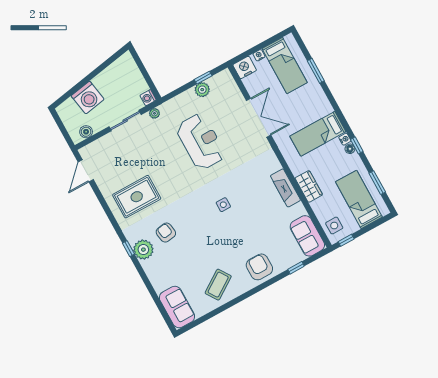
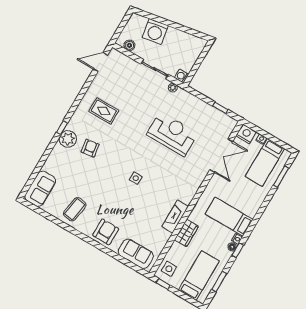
window: (316, 71) -> (281, 177), moved
plant: (202, 90) -> (211, 112), removed
double door: (259, 118) -> (221, 156), moved
reception desk: (201, 142) -> (172, 134), turned -90
rug: (137, 197) -> (104, 111), width x0.73, depth x0.70
sofa: (307, 236) -> (136, 254), moved, turned 90
window: (296, 268) -> (121, 259), removed
coffee table: (218, 285) -> (75, 209), turned -47

